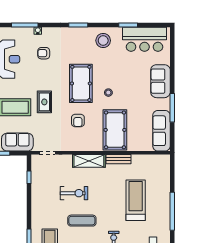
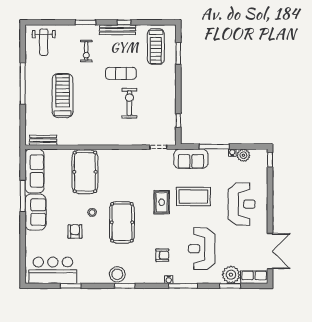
stool: (103, 41) -> (117, 274), moved
sofa: (160, 81) -> (35, 212), moved
armchair: (78, 120) -> (75, 232), moved
bench: (119, 159) -> (43, 140), moved
shelving: (89, 161) -> (113, 138), removed
exercise bike: (74, 193) -> (129, 103), turned 90
treadmill: (136, 200) -> (63, 96), turned 180

